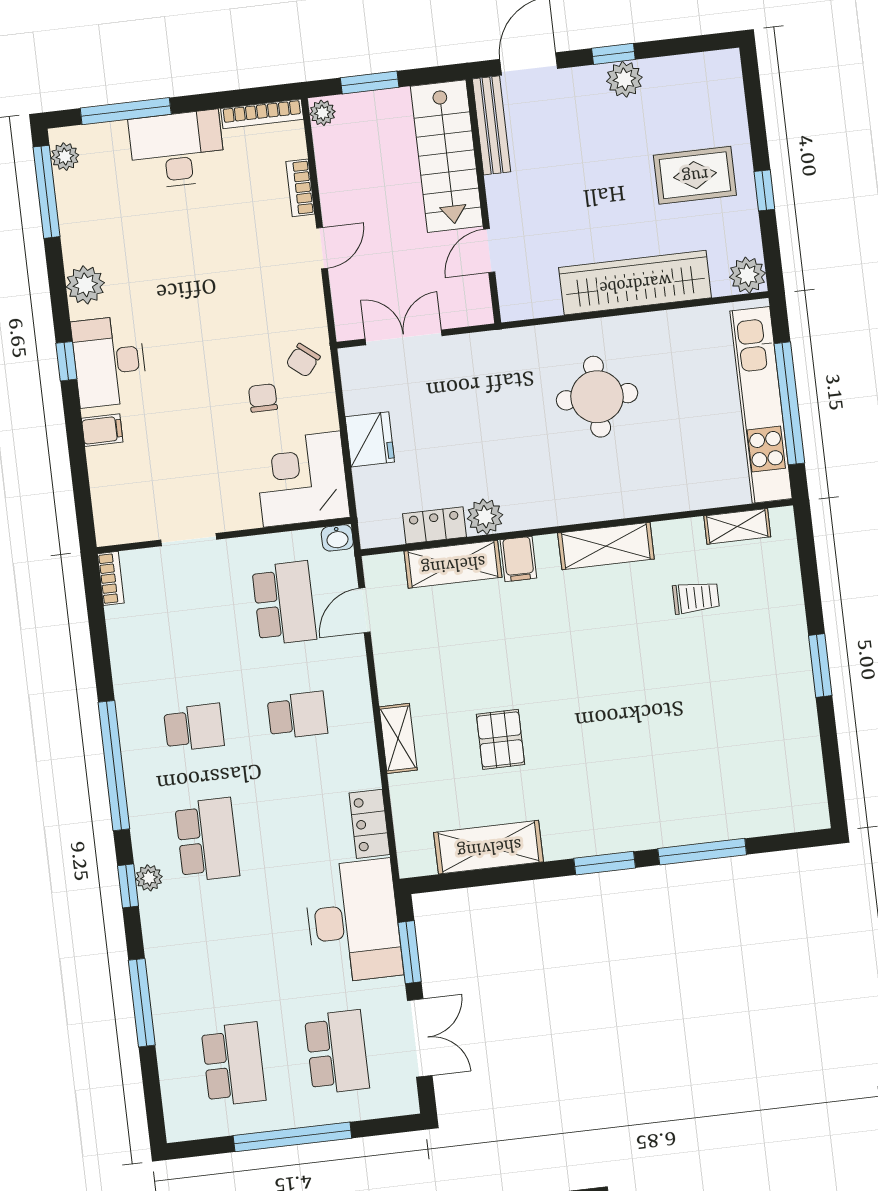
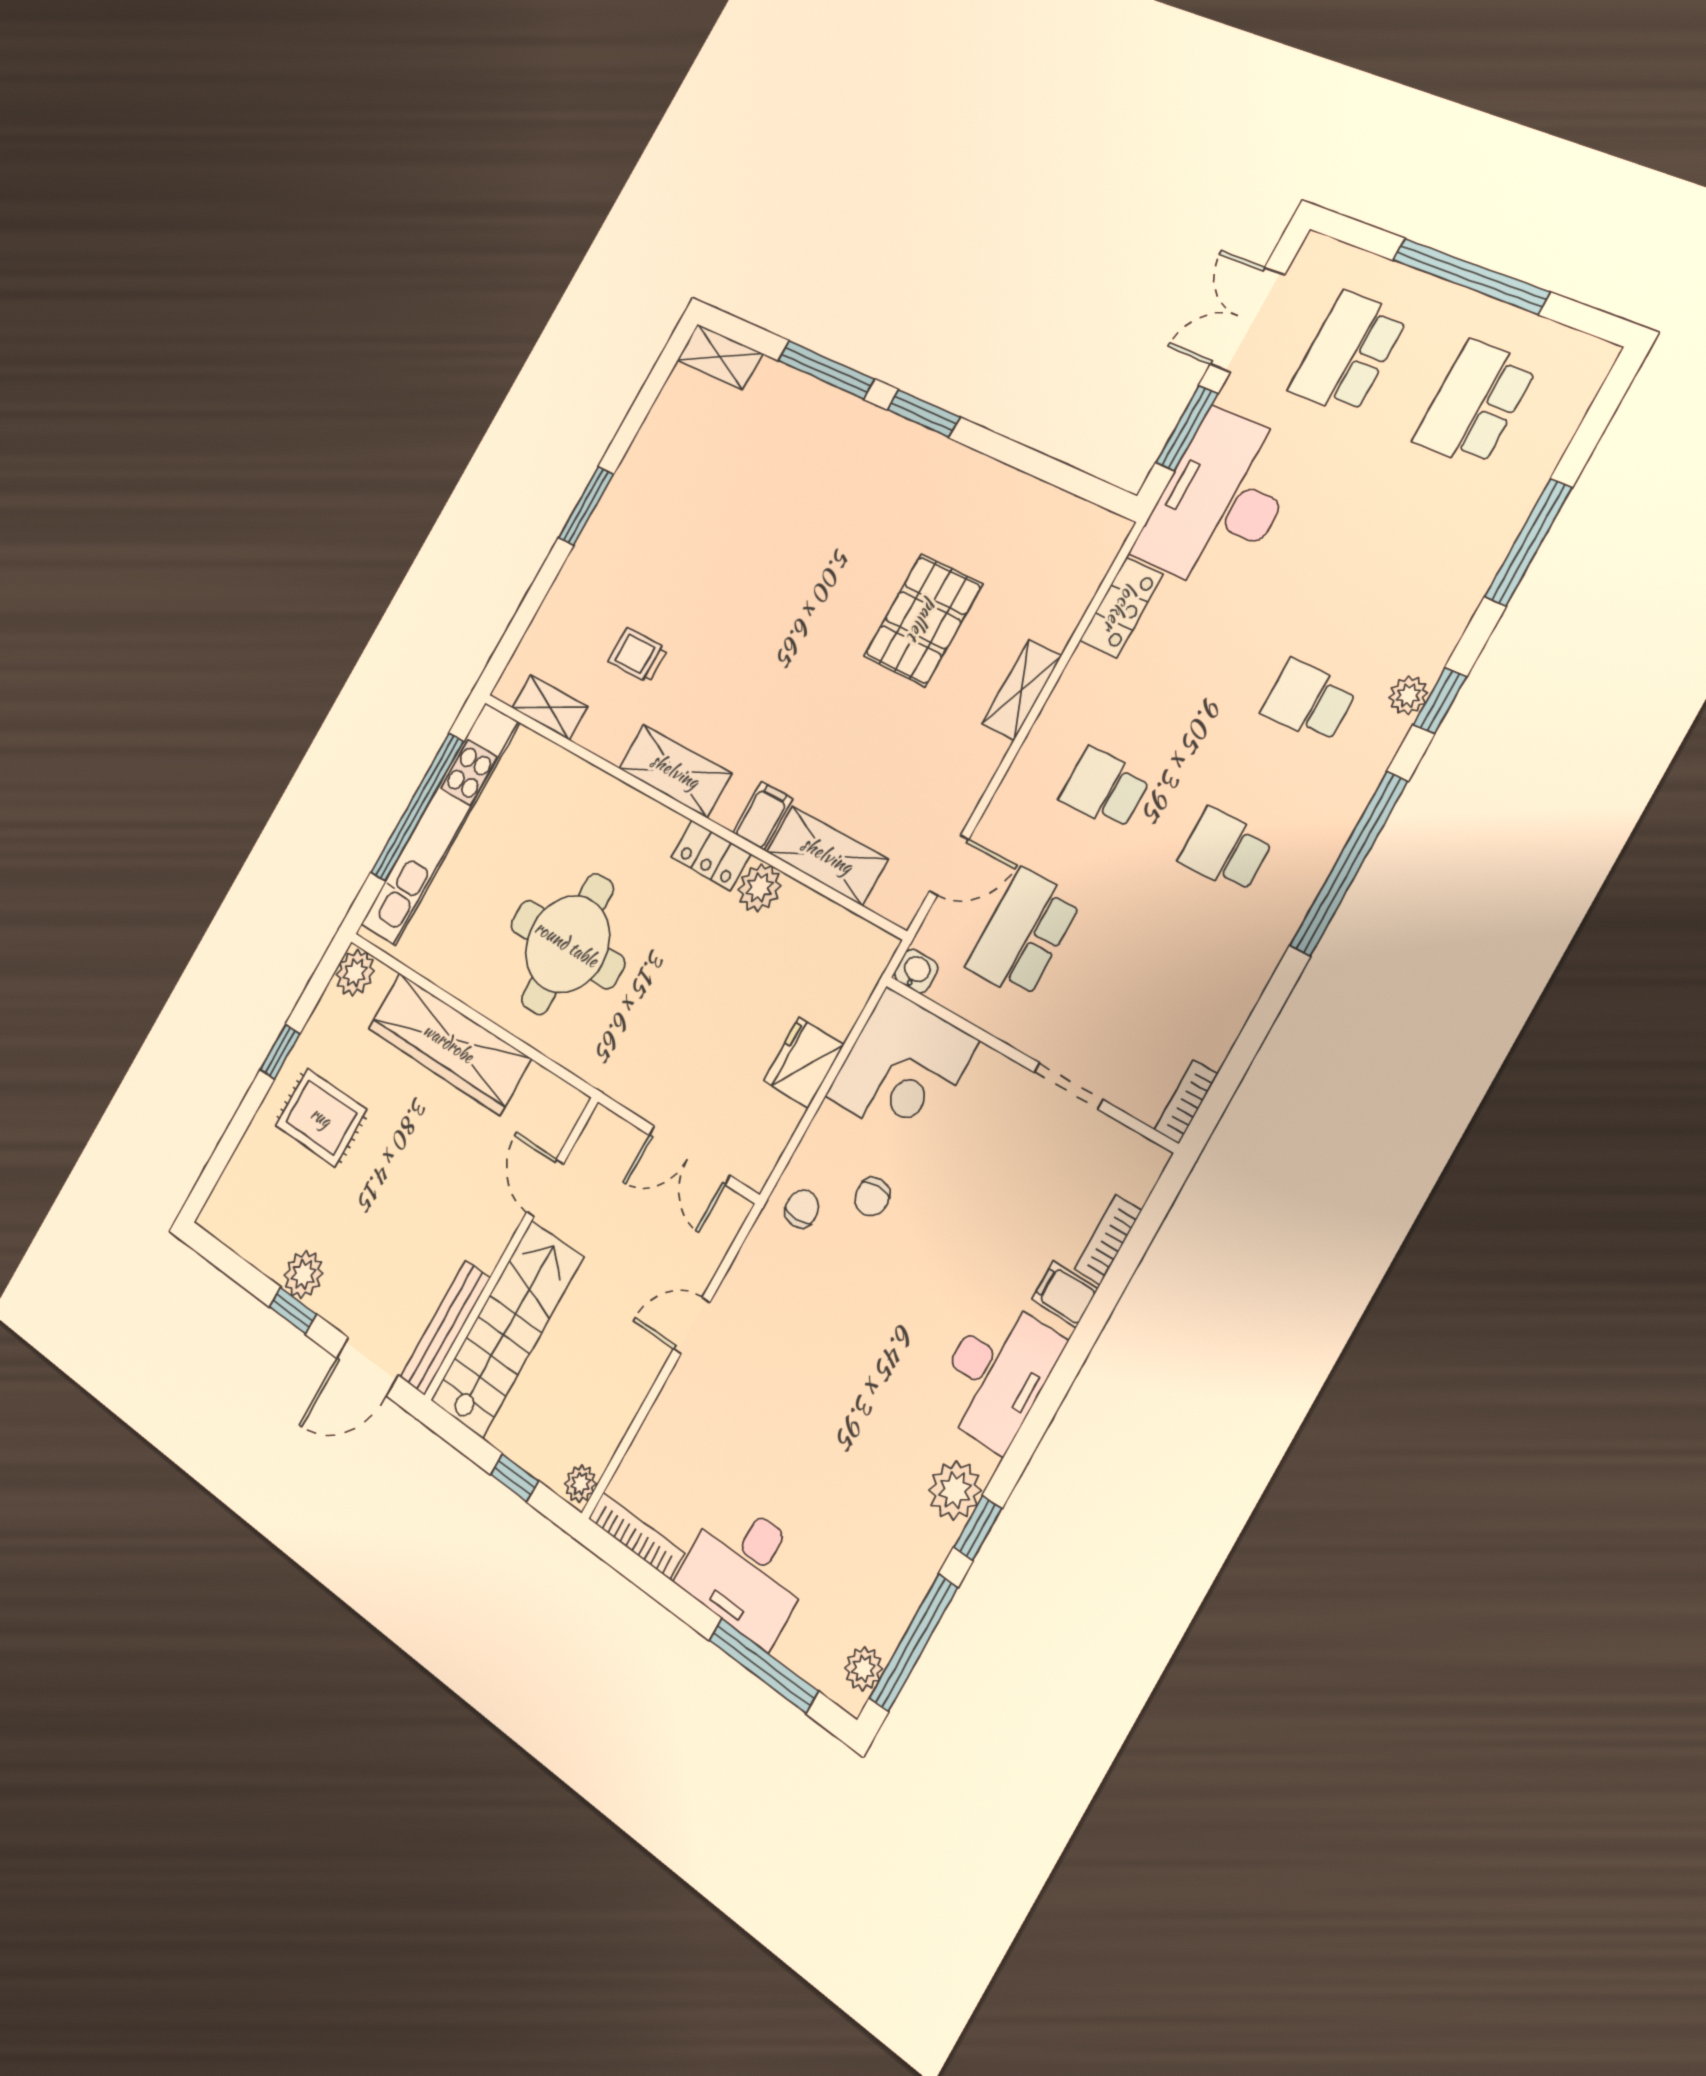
window: (370, 83) -> (515, 1478), width x0.67
bookcase: (300, 188) -> (1108, 1240), moved, turned 180
door: (489, 251) -> (545, 1188), swing flipped
chair: (303, 360) -> (802, 1209), turned -39
window: (66, 361) -> (978, 1528), moved
round table: (597, 397) -> (567, 944), width x1.36, depth x1.36
locker: (435, 525) -> (711, 855), moved
pallet: (500, 739) -> (923, 620), width x1.50, depth x1.42
school desk: (207, 840) -> (1309, 701), width x0.54
shelving: (489, 847) -> (720, 357), moved, width x0.67, depth x0.75

